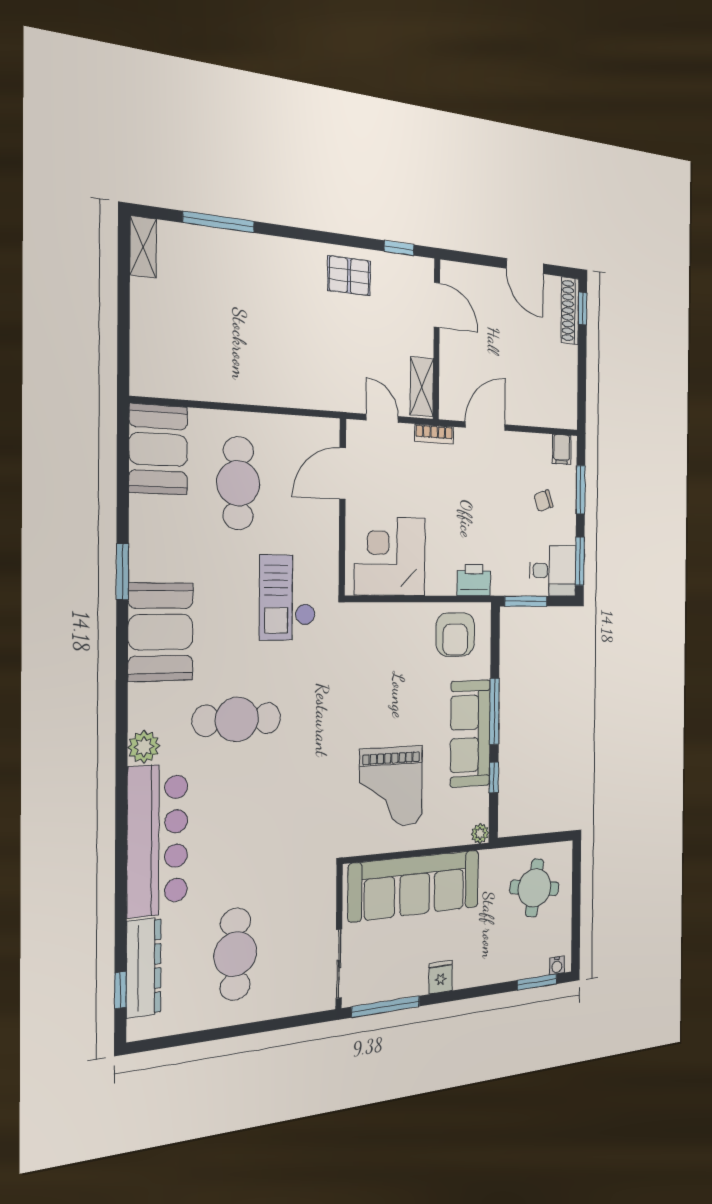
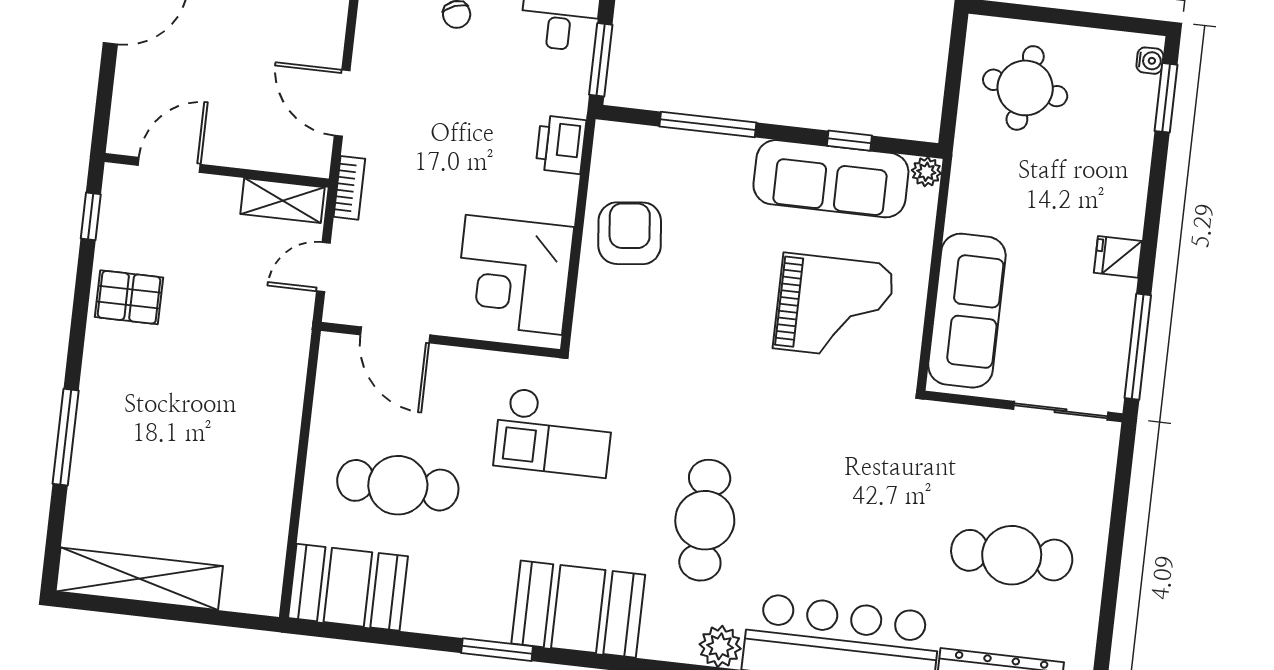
window: (219, 222) -> (66, 437), moved
shelving: (143, 247) -> (139, 579), width x2.20, depth x1.33
pallet: (349, 276) -> (129, 297), turned 90
armchair: (455, 634) -> (630, 233), moved, turned -96
window: (494, 711) -> (708, 124), moved
sofa: (470, 733) -> (831, 179), moved
sofa: (415, 886) -> (967, 311), width x0.74, depth x0.79

